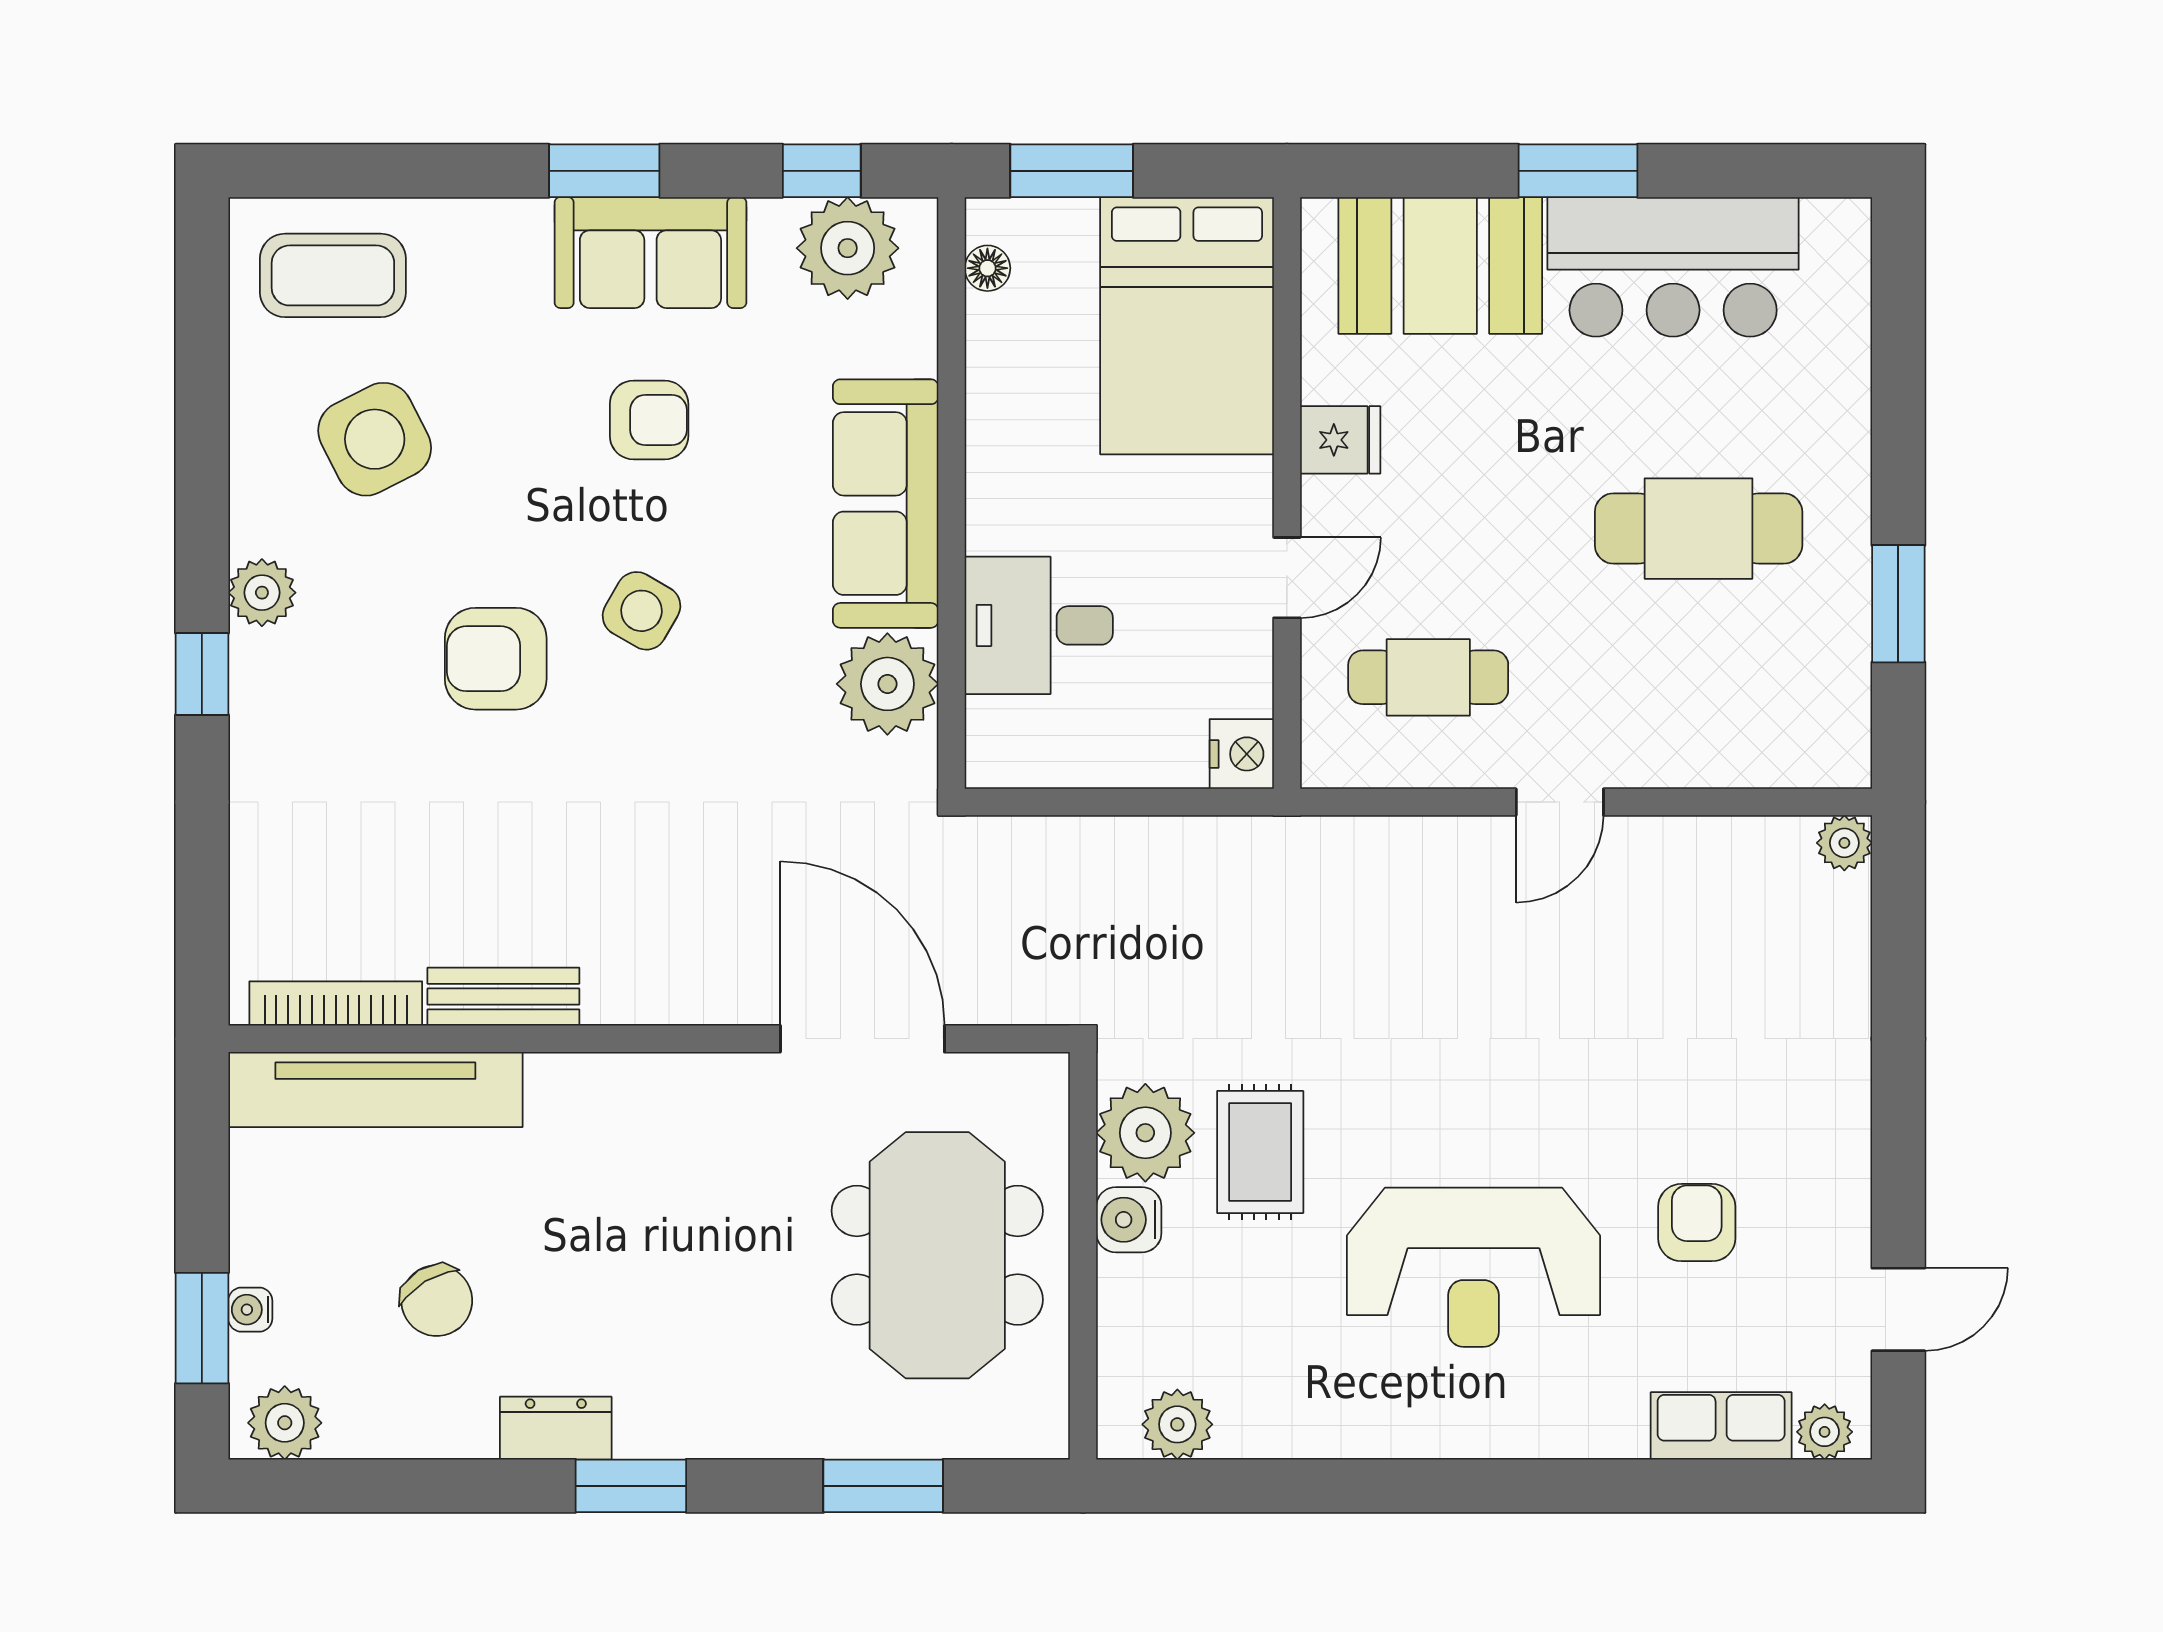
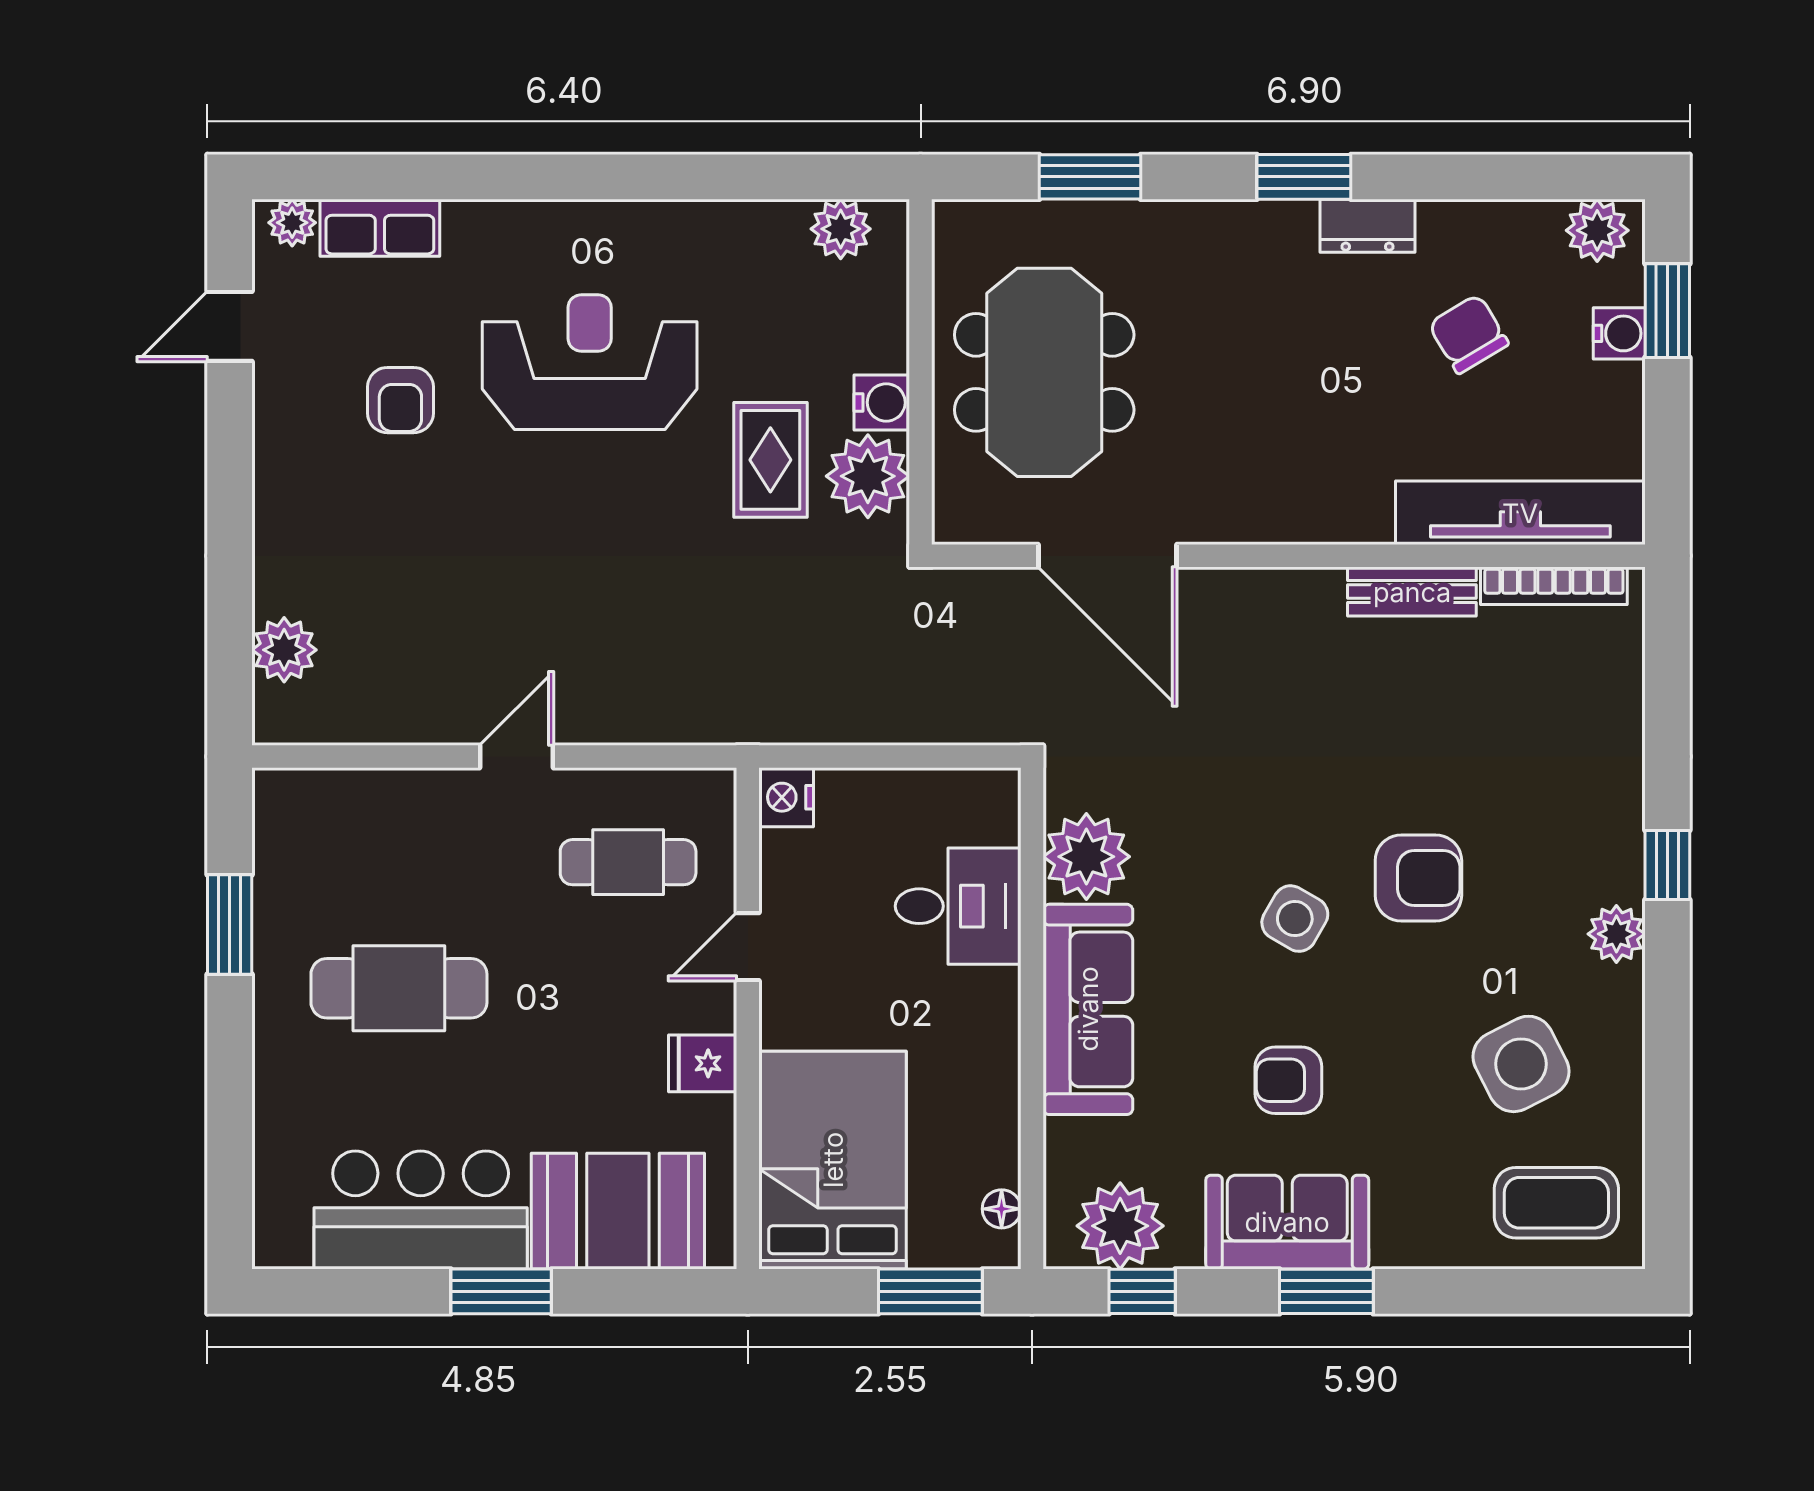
plant: (1844, 843) -> (284, 650), moved, width x1.38, depth x1.38
water cooler: (250, 1310) -> (1619, 333), width x1.38, depth x1.38

